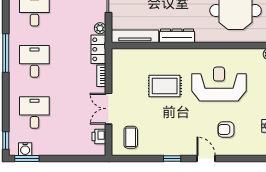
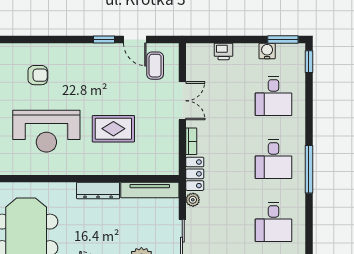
printer: (99, 136) -> (224, 51), moved, turned 90
water cooler: (25, 149) -> (267, 51), moved
door: (206, 158) -> (135, 40), moved

